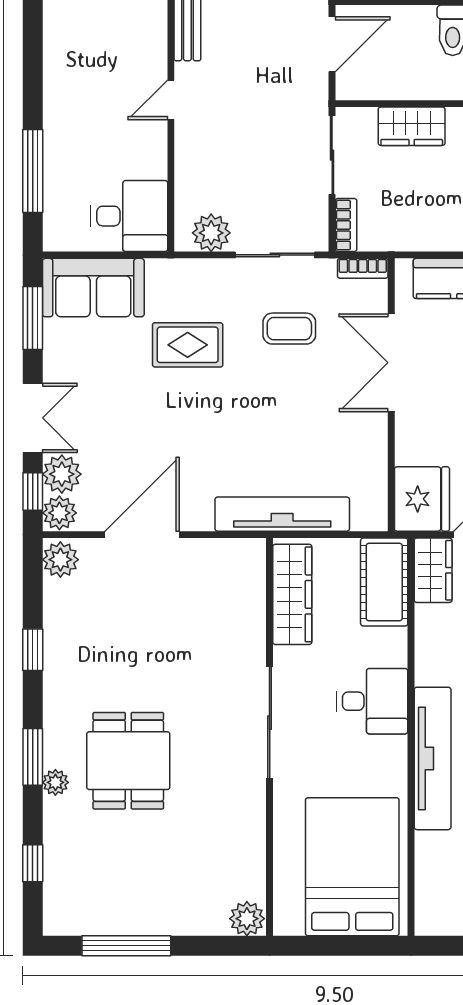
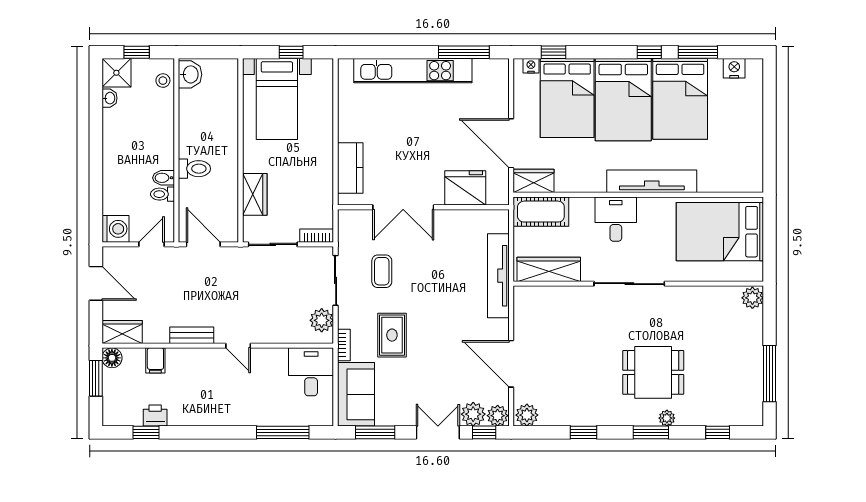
bookcase: (363, 268) -> (344, 345), moved
fridge: (422, 499) -> (465, 188), moved

